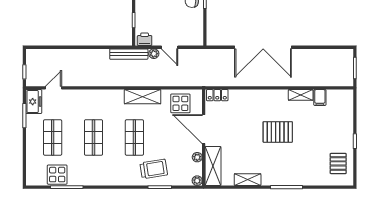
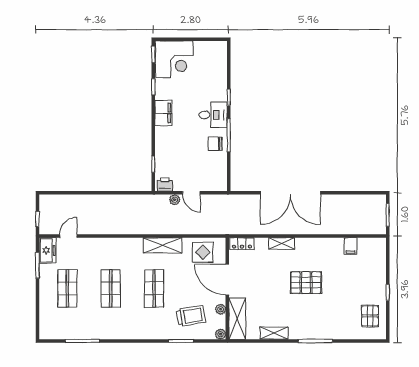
bench: (129, 54) -> (148, 200), removed
shelving: (301, 95) -> (282, 243), moved
trolley: (154, 169) -> (191, 316), moved
display table: (57, 175) -> (72, 328), removed

